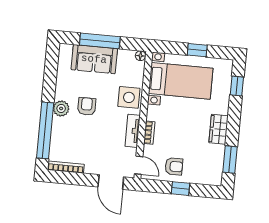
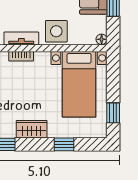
window: (197, 50) -> (113, 113), moved
window: (237, 86) -> (64, 144), moved

